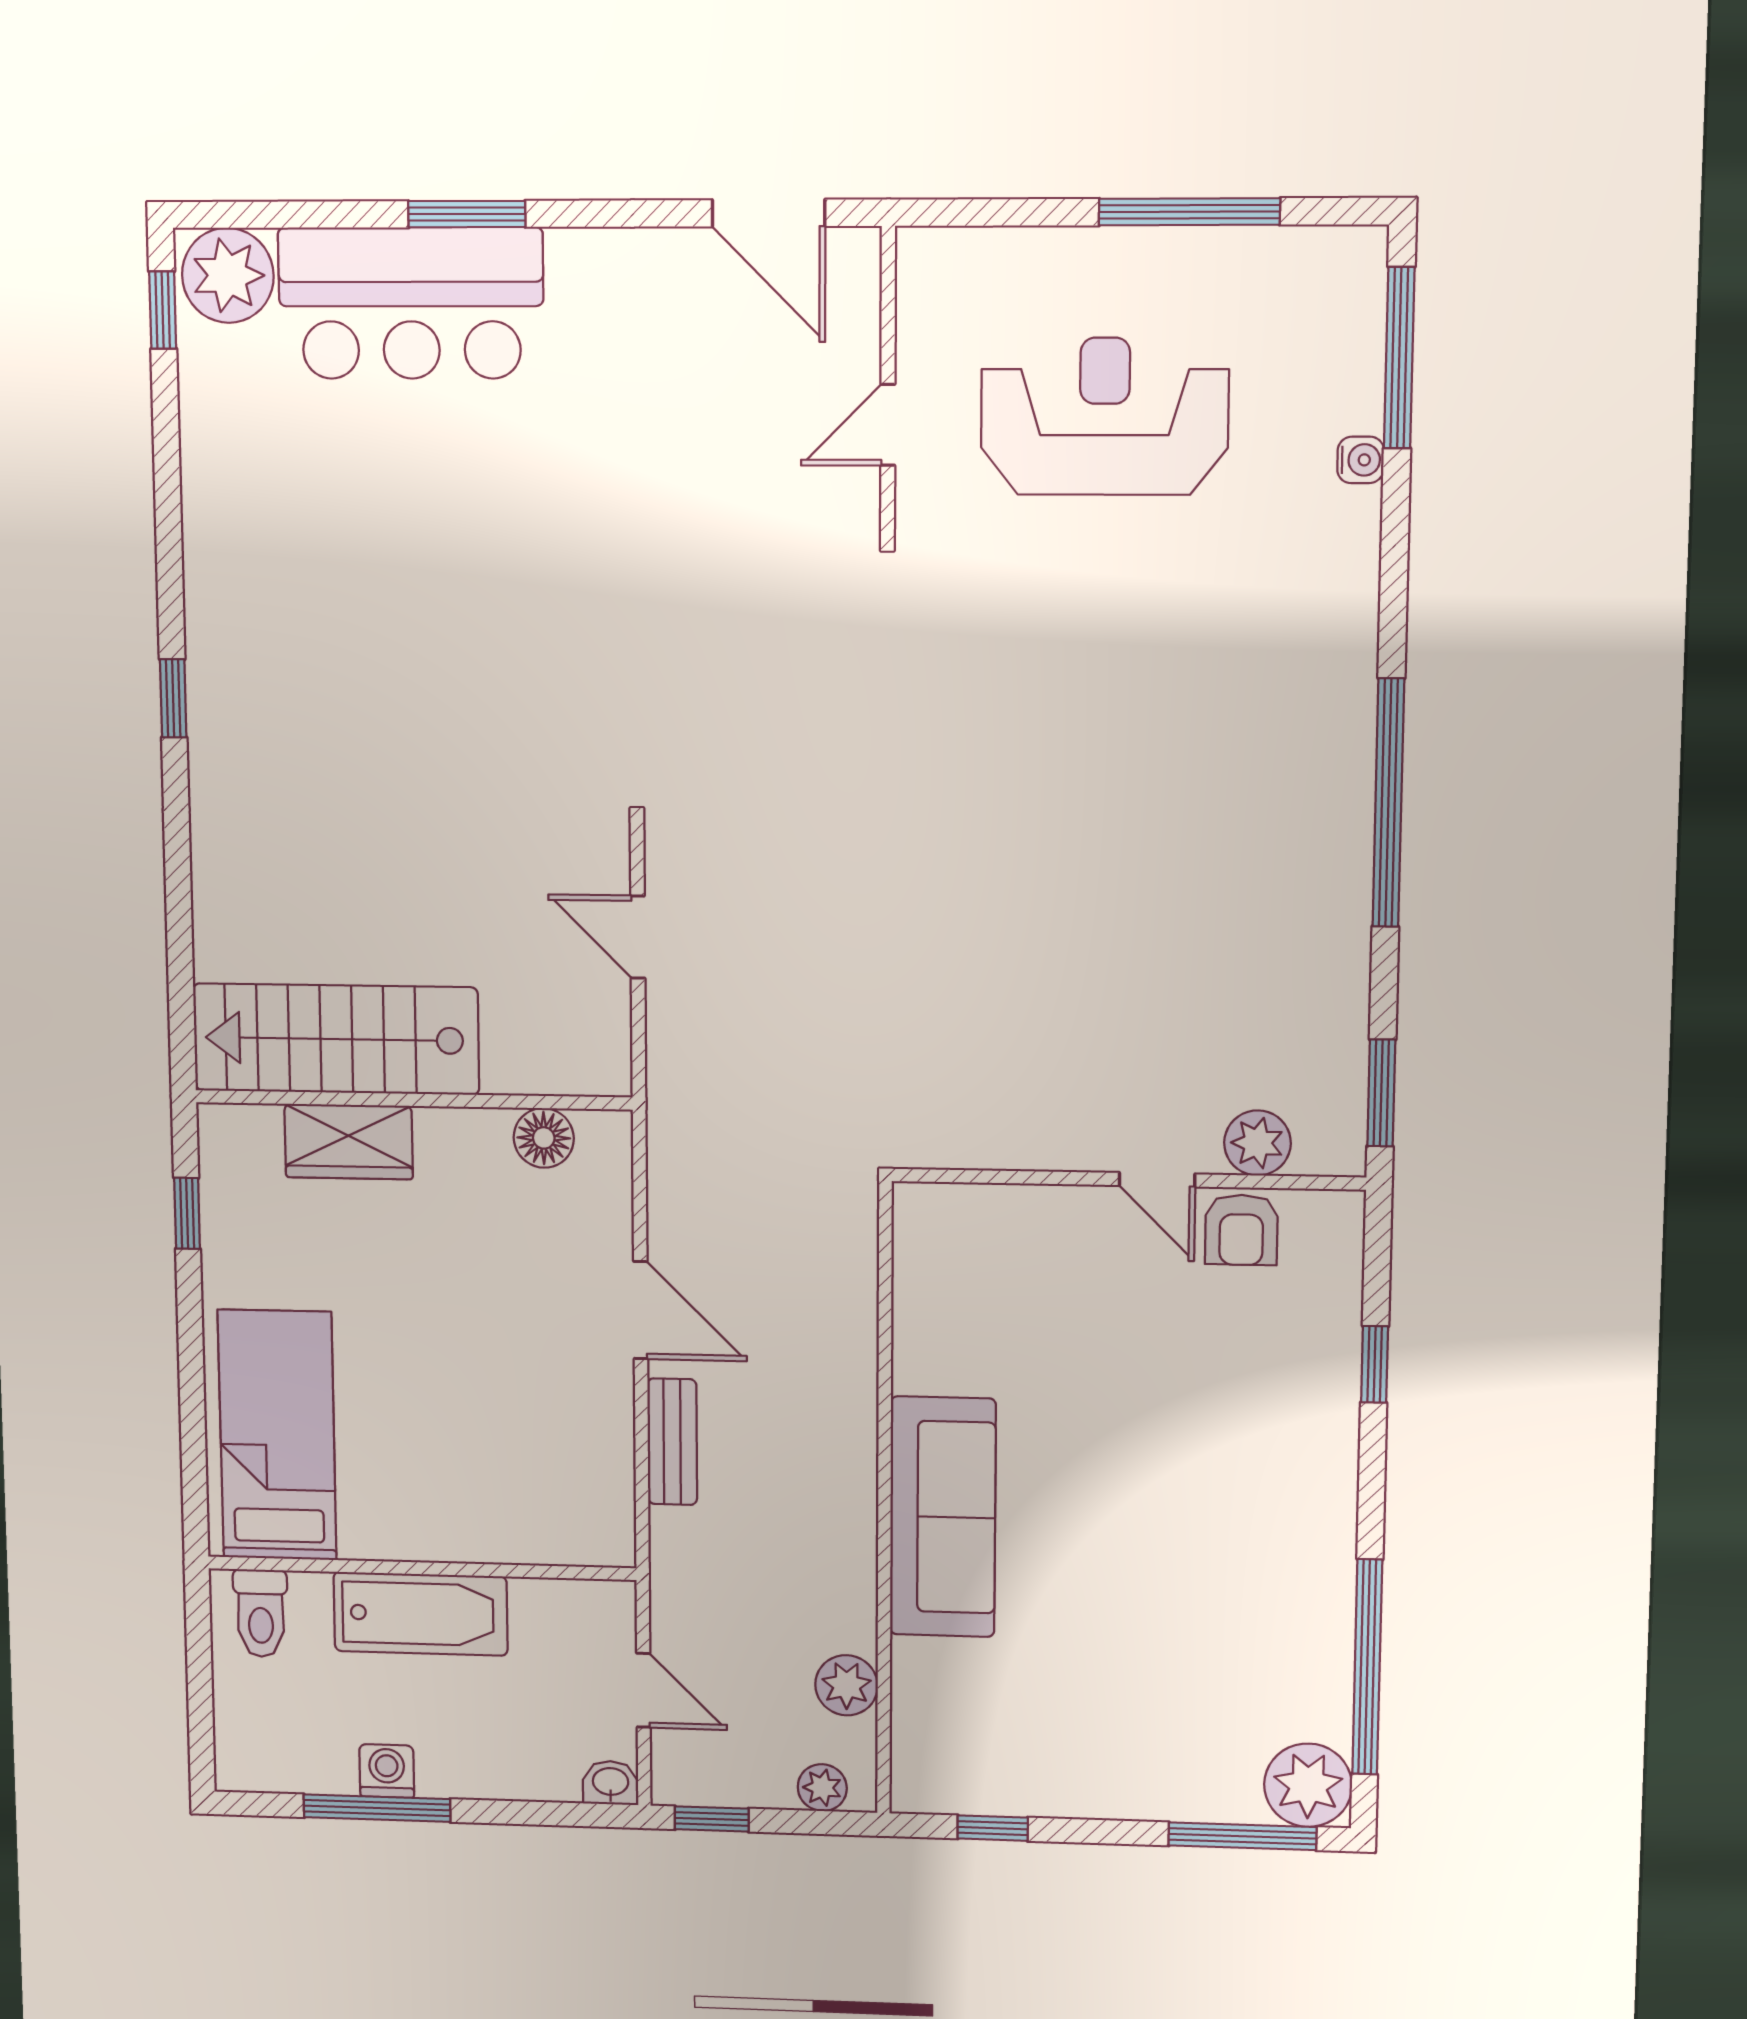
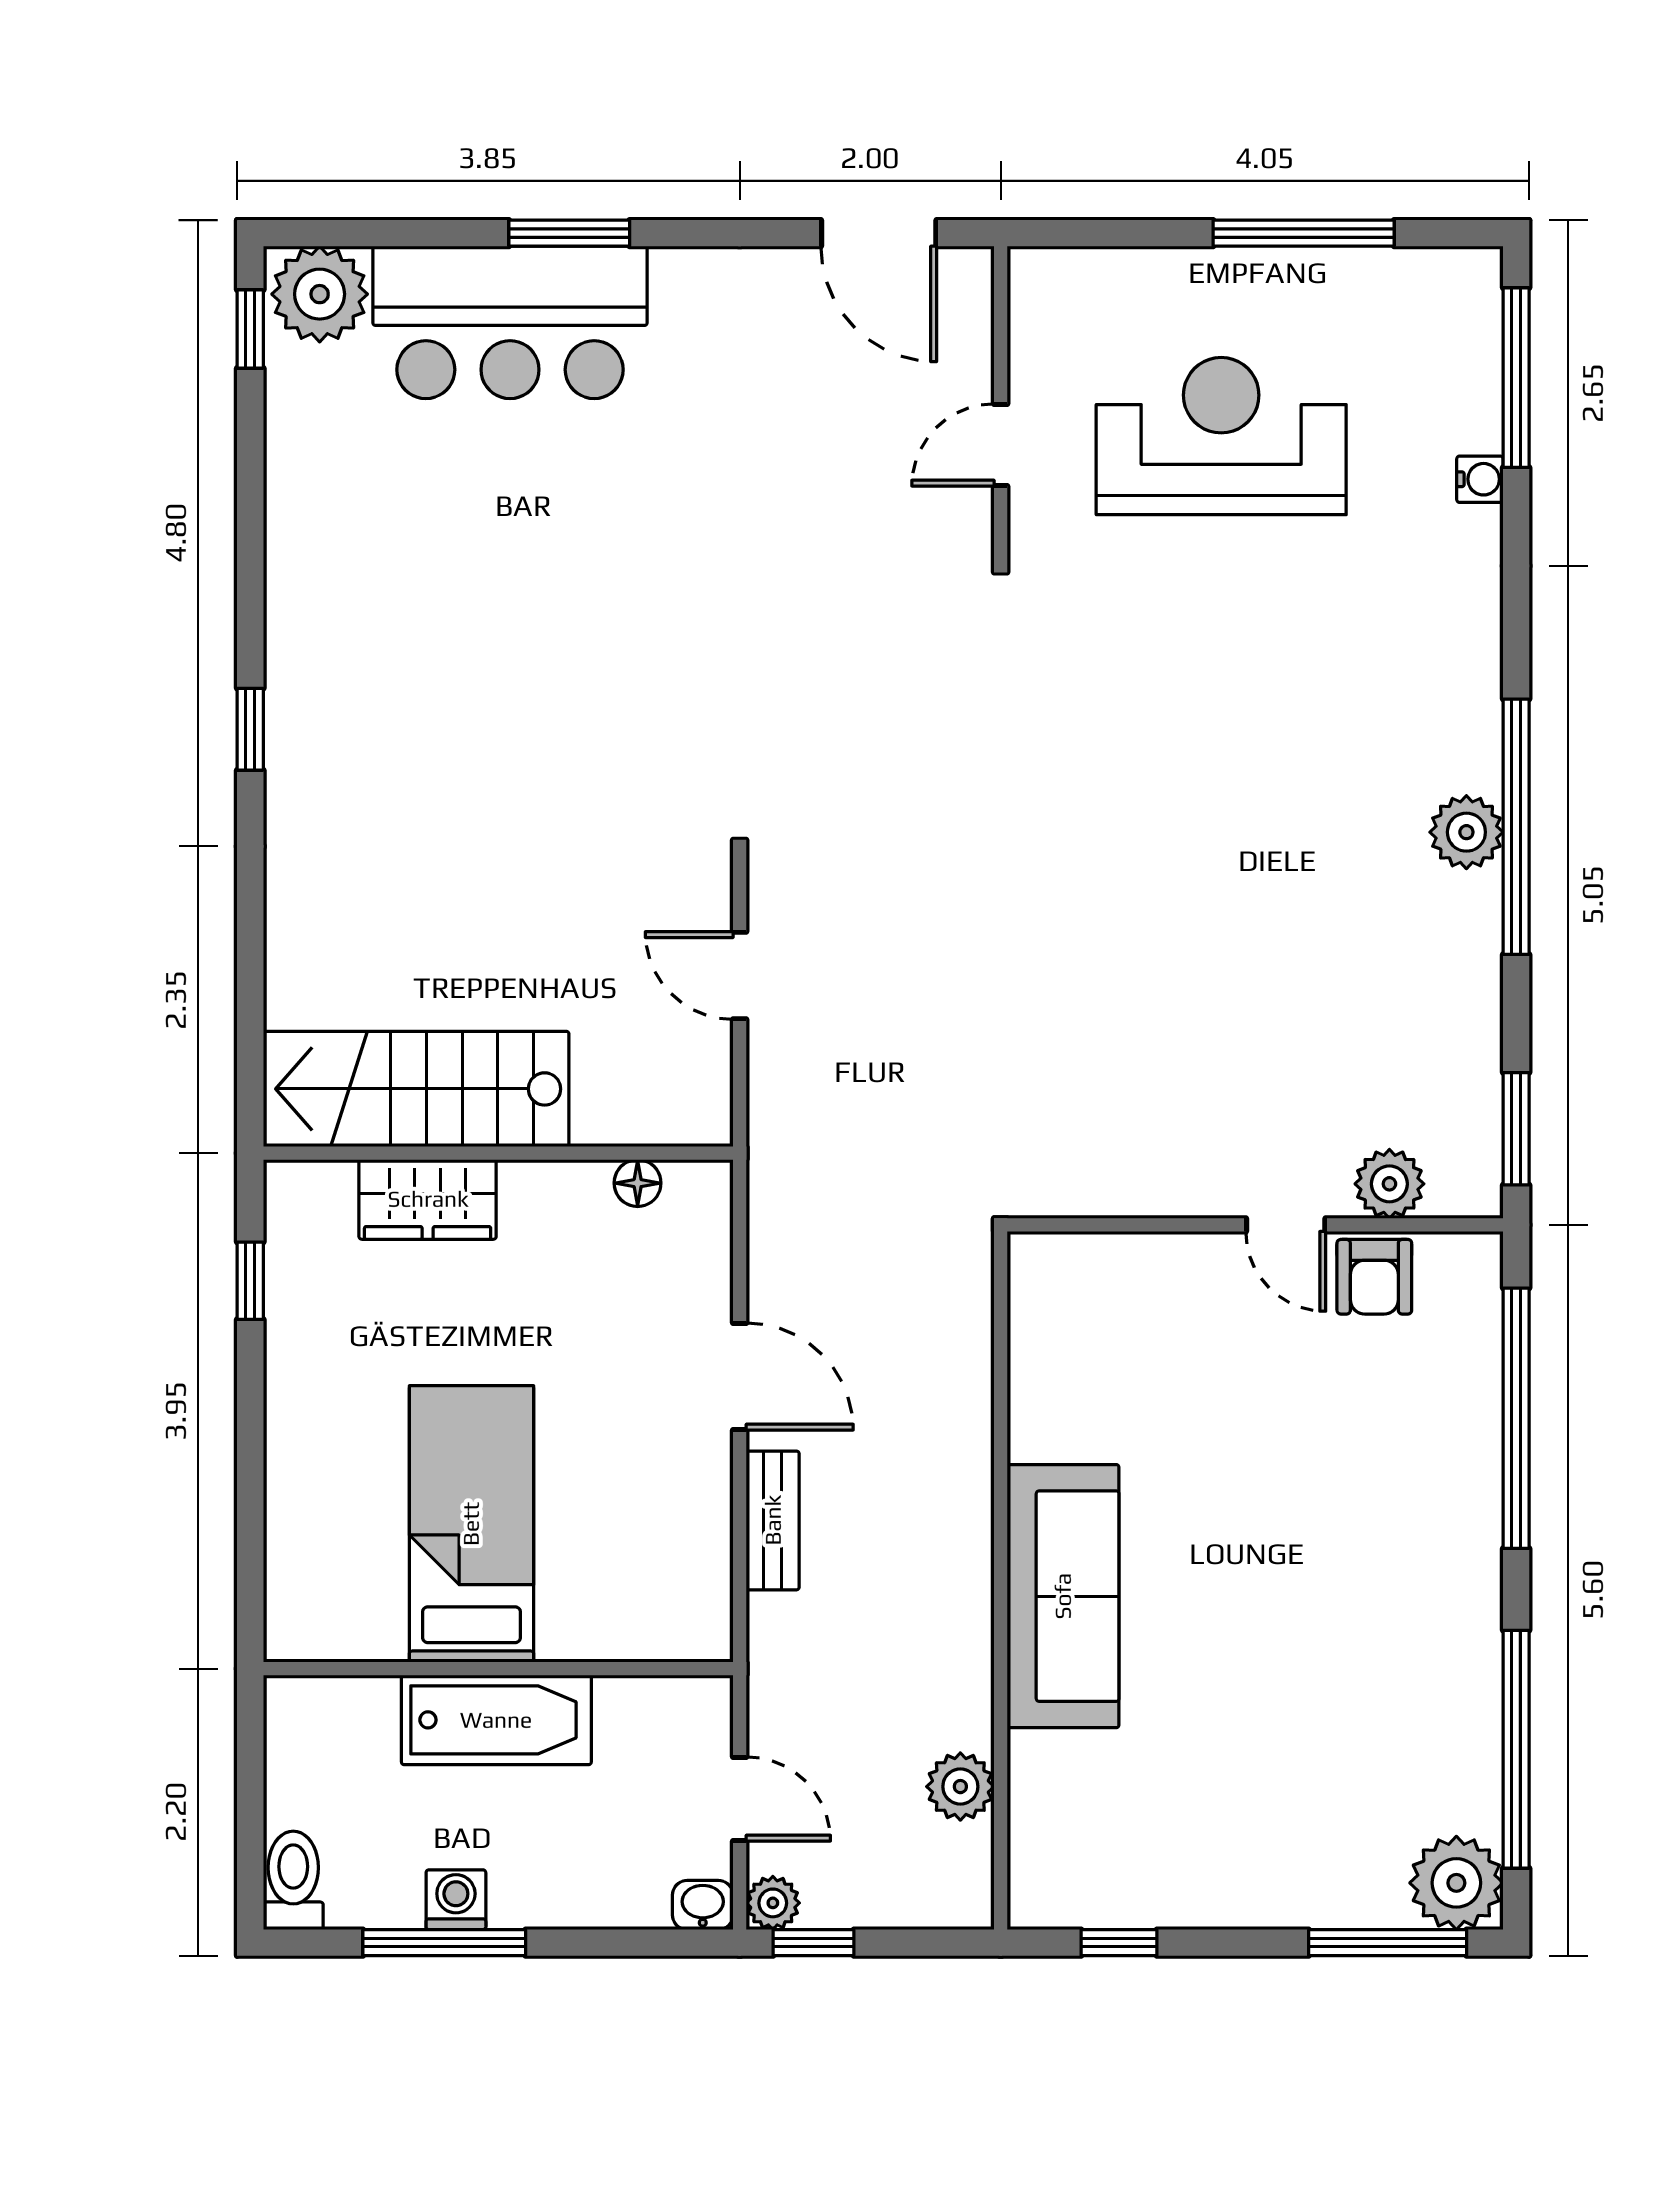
plant: (1339, 808) -> (1466, 832), added
floor lamp: (544, 1138) -> (638, 1183), width x0.73, depth x0.73
window: (1375, 1364) -> (1516, 1418), width x3.17
bed: (277, 1435) -> (471, 1524), moved
toilet: (261, 1613) -> (293, 1880), moved, turned 180
plant: (822, 1788) -> (773, 1903), moved

